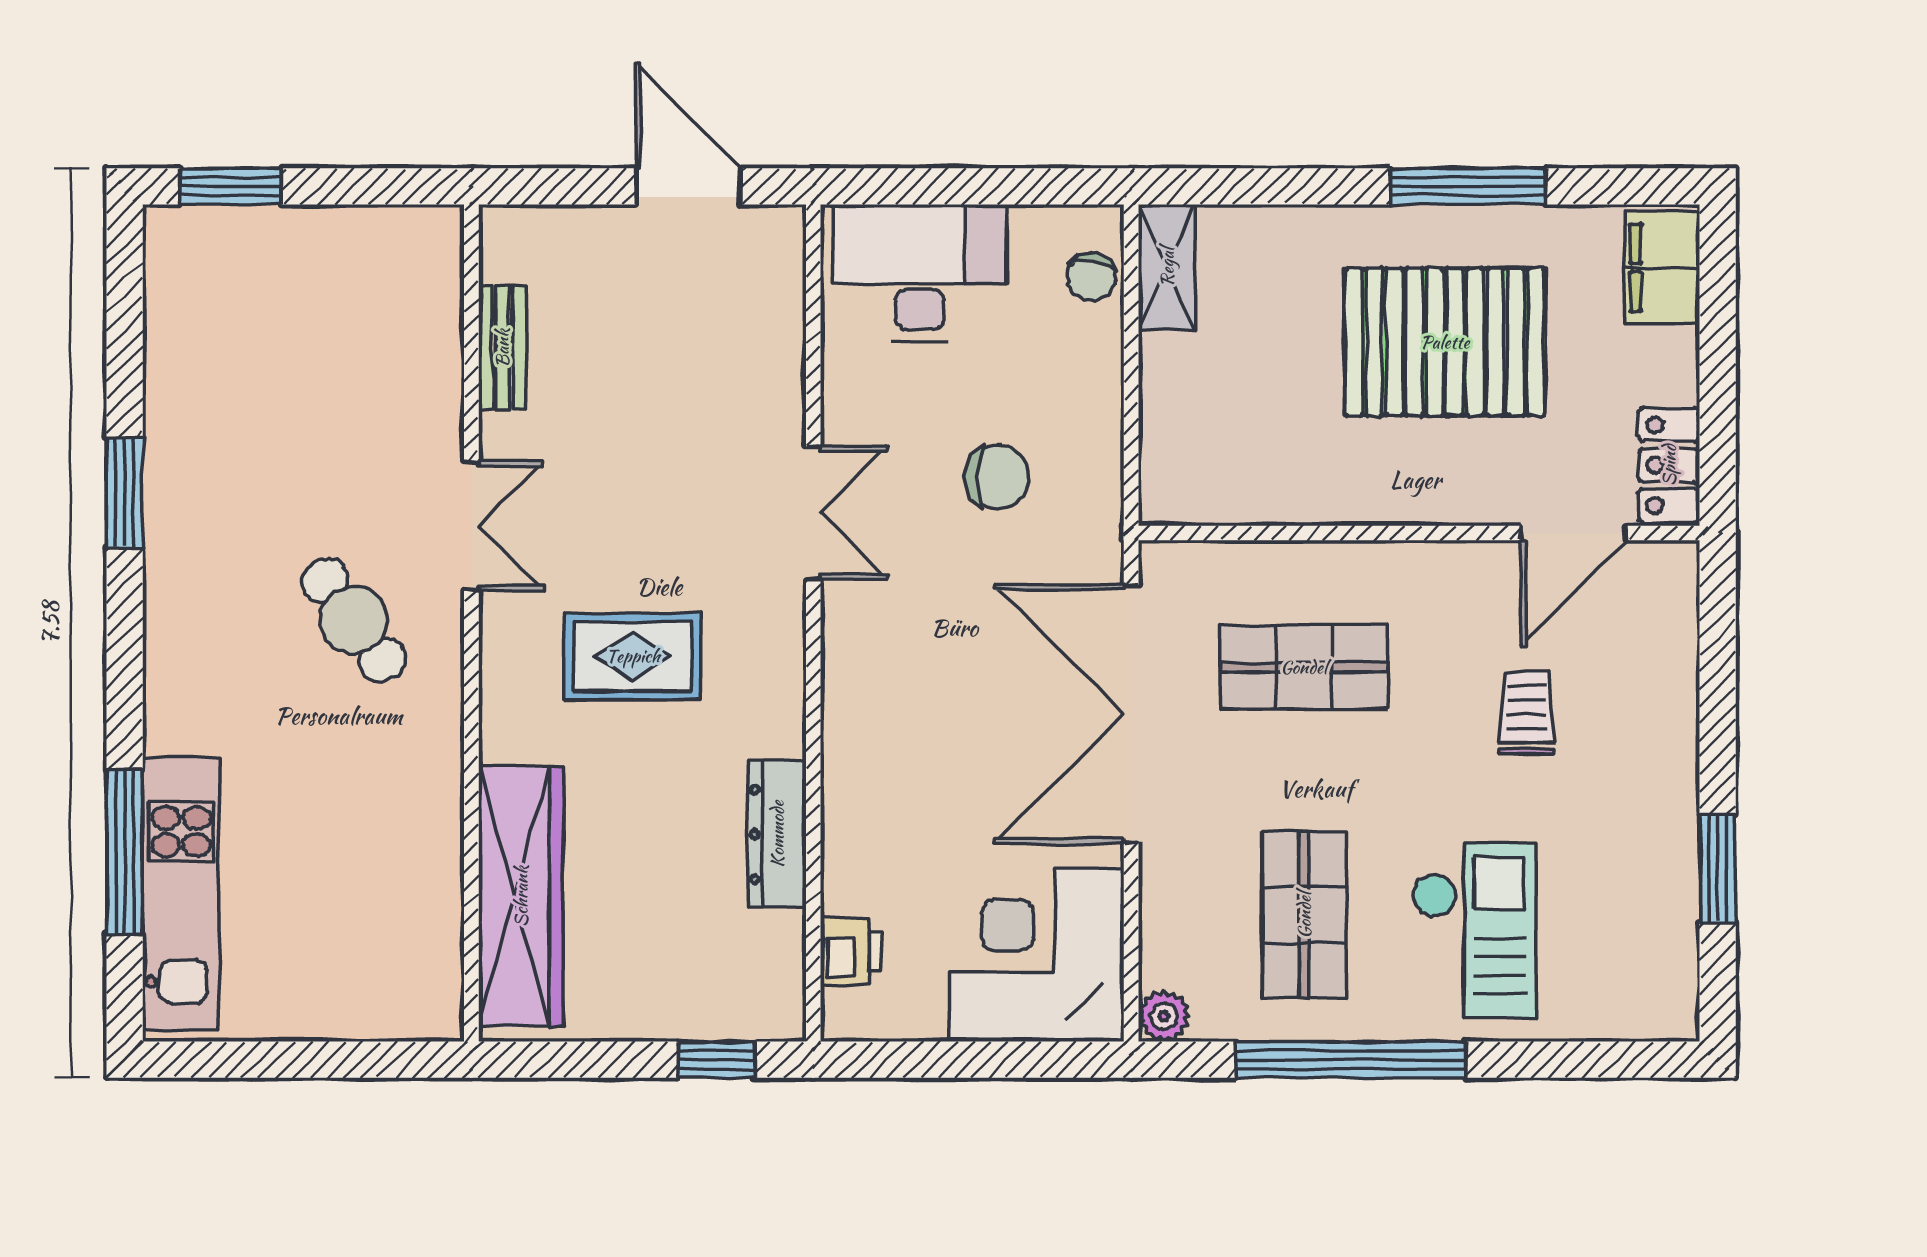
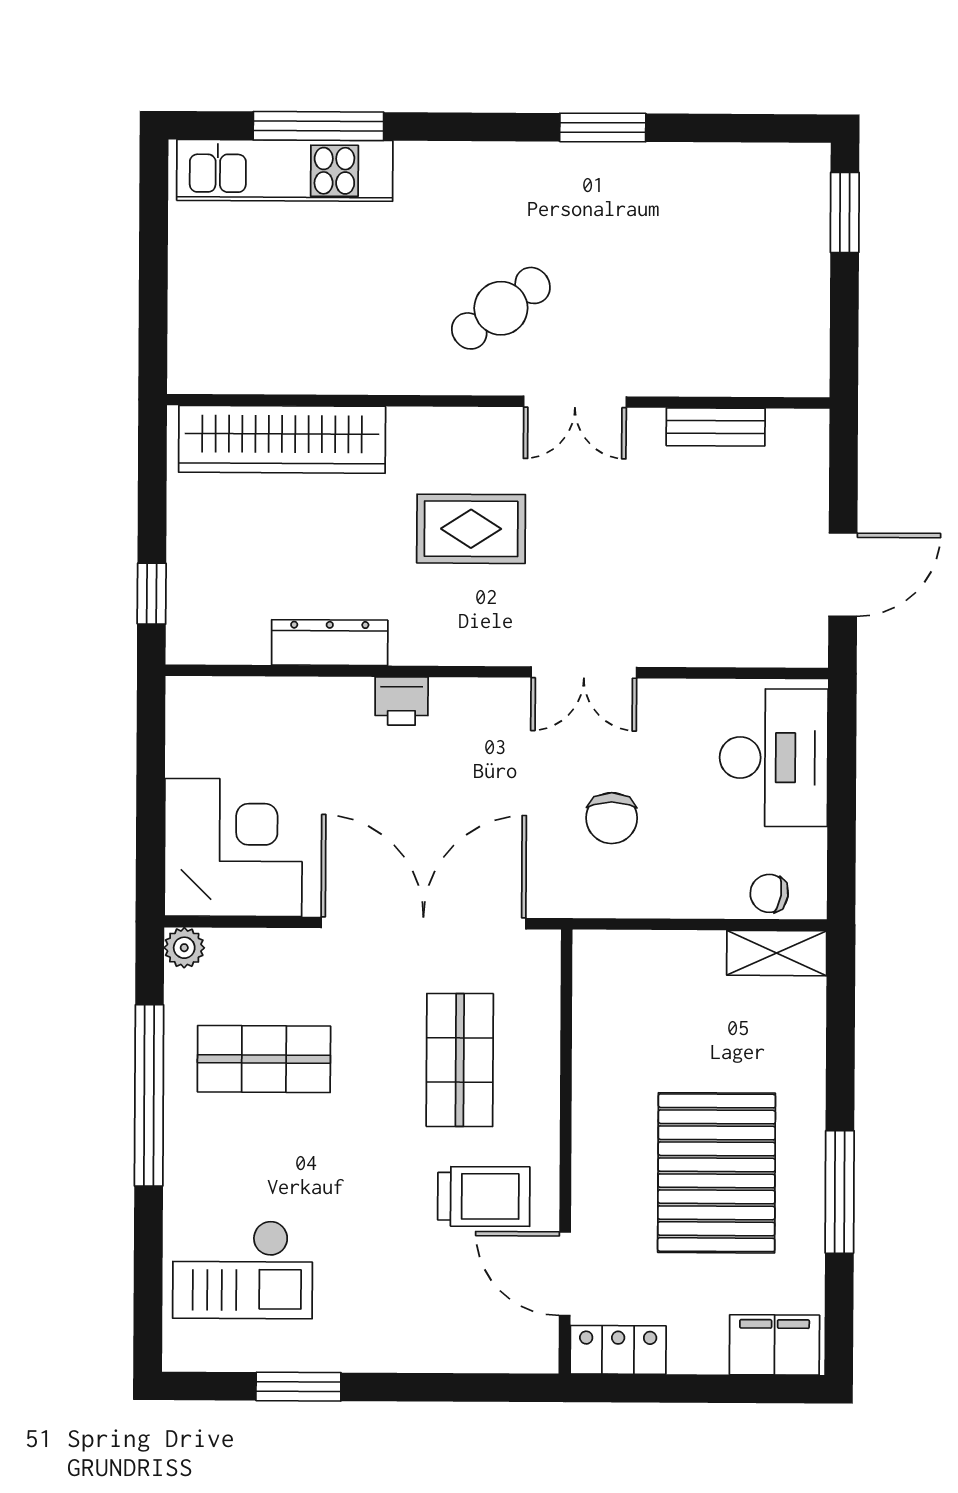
rug: (633, 656) -> (471, 529), turned 90
trolley: (1527, 713) -> (484, 1196), moved, width x1.36, depth x1.39
checkout: (1474, 931) -> (243, 1270), moved
printer: (851, 951) -> (402, 701), moved

